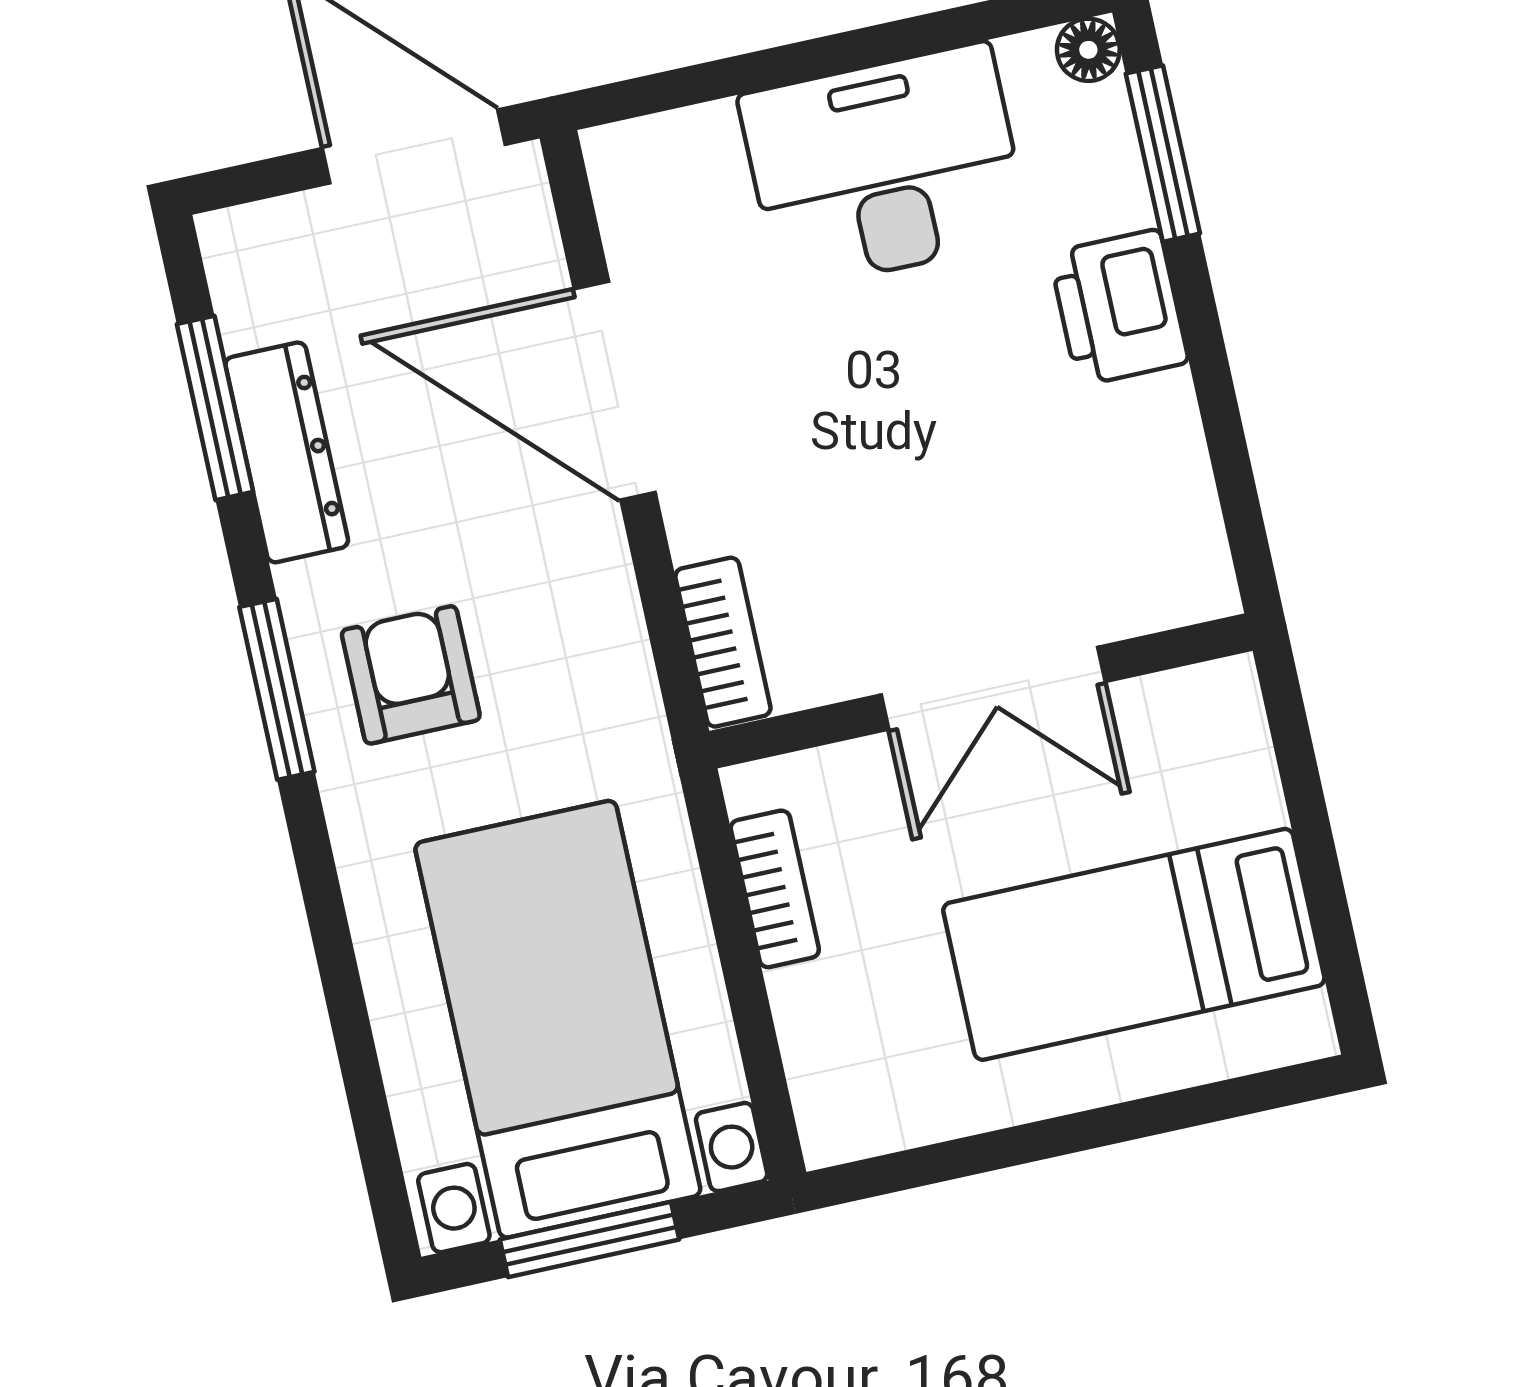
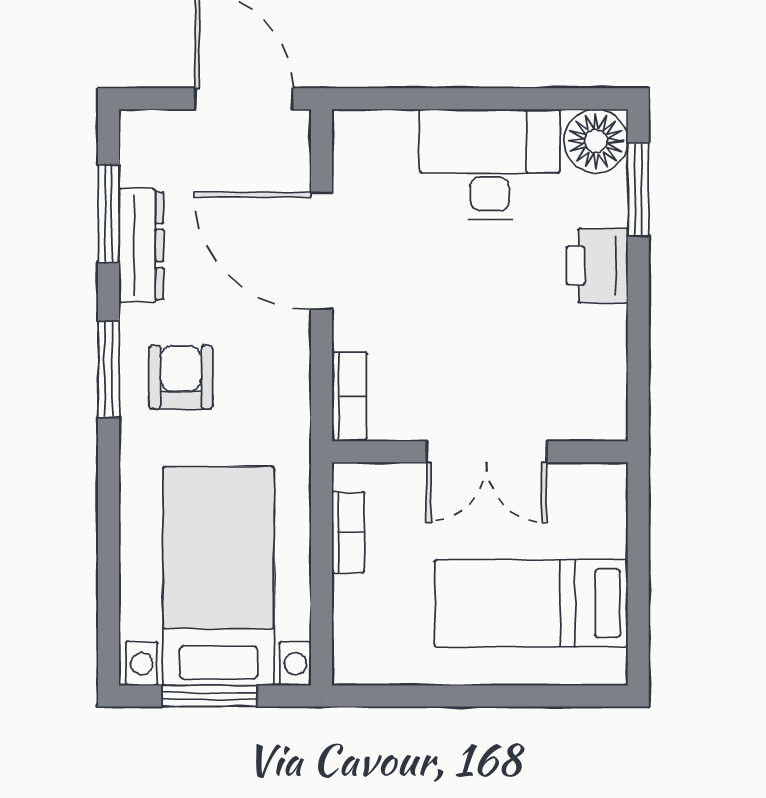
floor lamp: (1088, 50) -> (596, 141), width x1.89, depth x1.89

